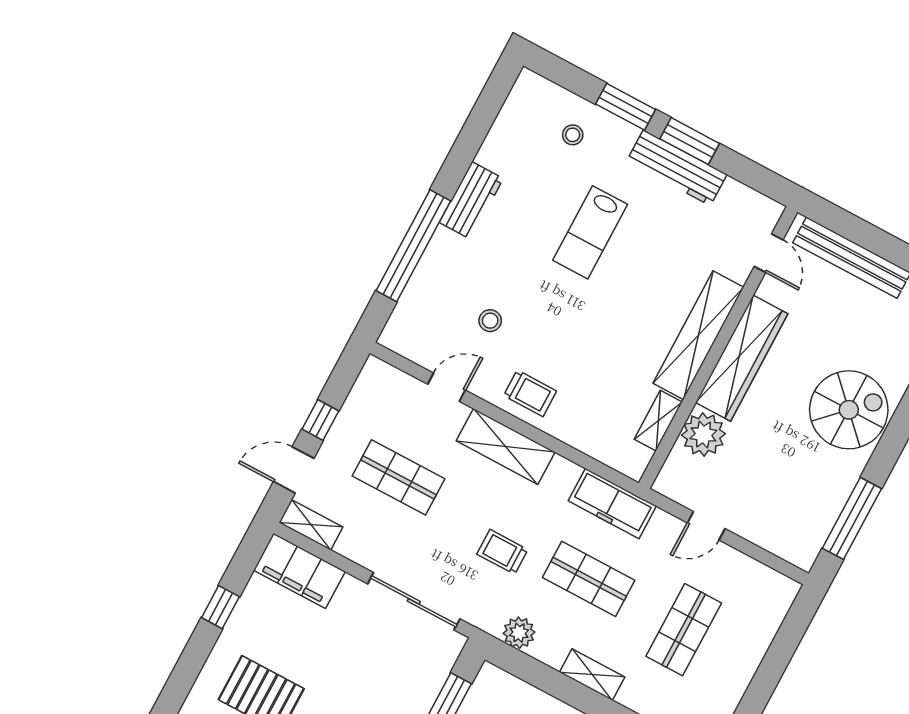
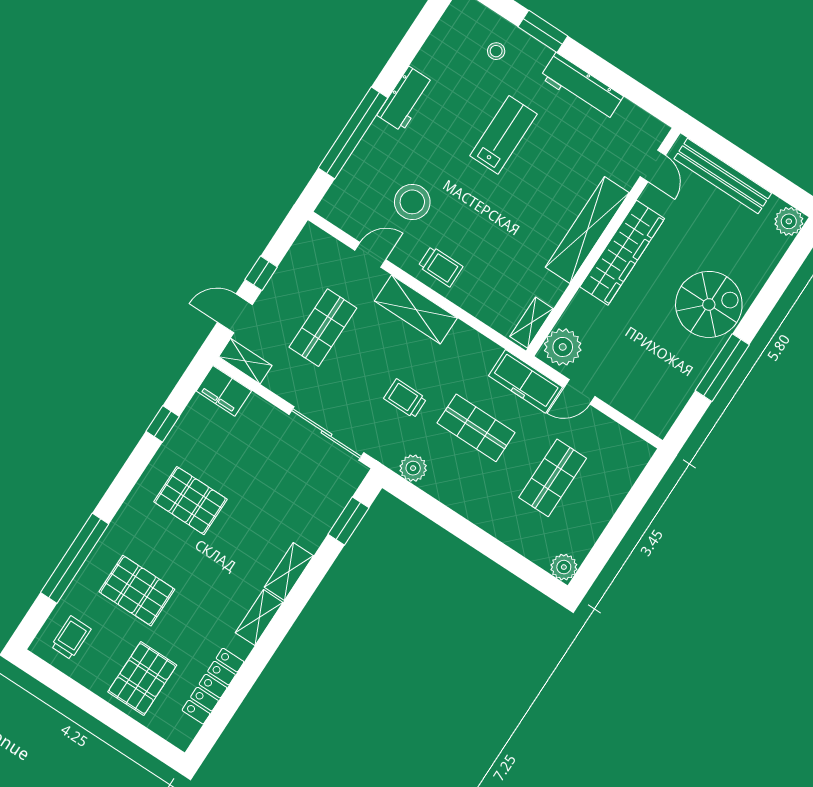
window: (690, 141) -> (595, 65), removed
lab bench: (590, 232) -> (504, 135), turned 180
stool: (490, 321) -> (412, 202), width x1.89, depth x1.89
shelving: (658, 421) -> (532, 323), moved
plant: (703, 434) -> (563, 347), moved
shop shelf: (399, 477) -> (323, 328), turned 90
freezer: (612, 503) -> (525, 381), moved
window: (852, 518) -> (722, 368), moved
filing cabinet: (299, 571) -> (224, 391), width x0.67, depth x0.86
shelving: (592, 675) -> (472, 509), removed

